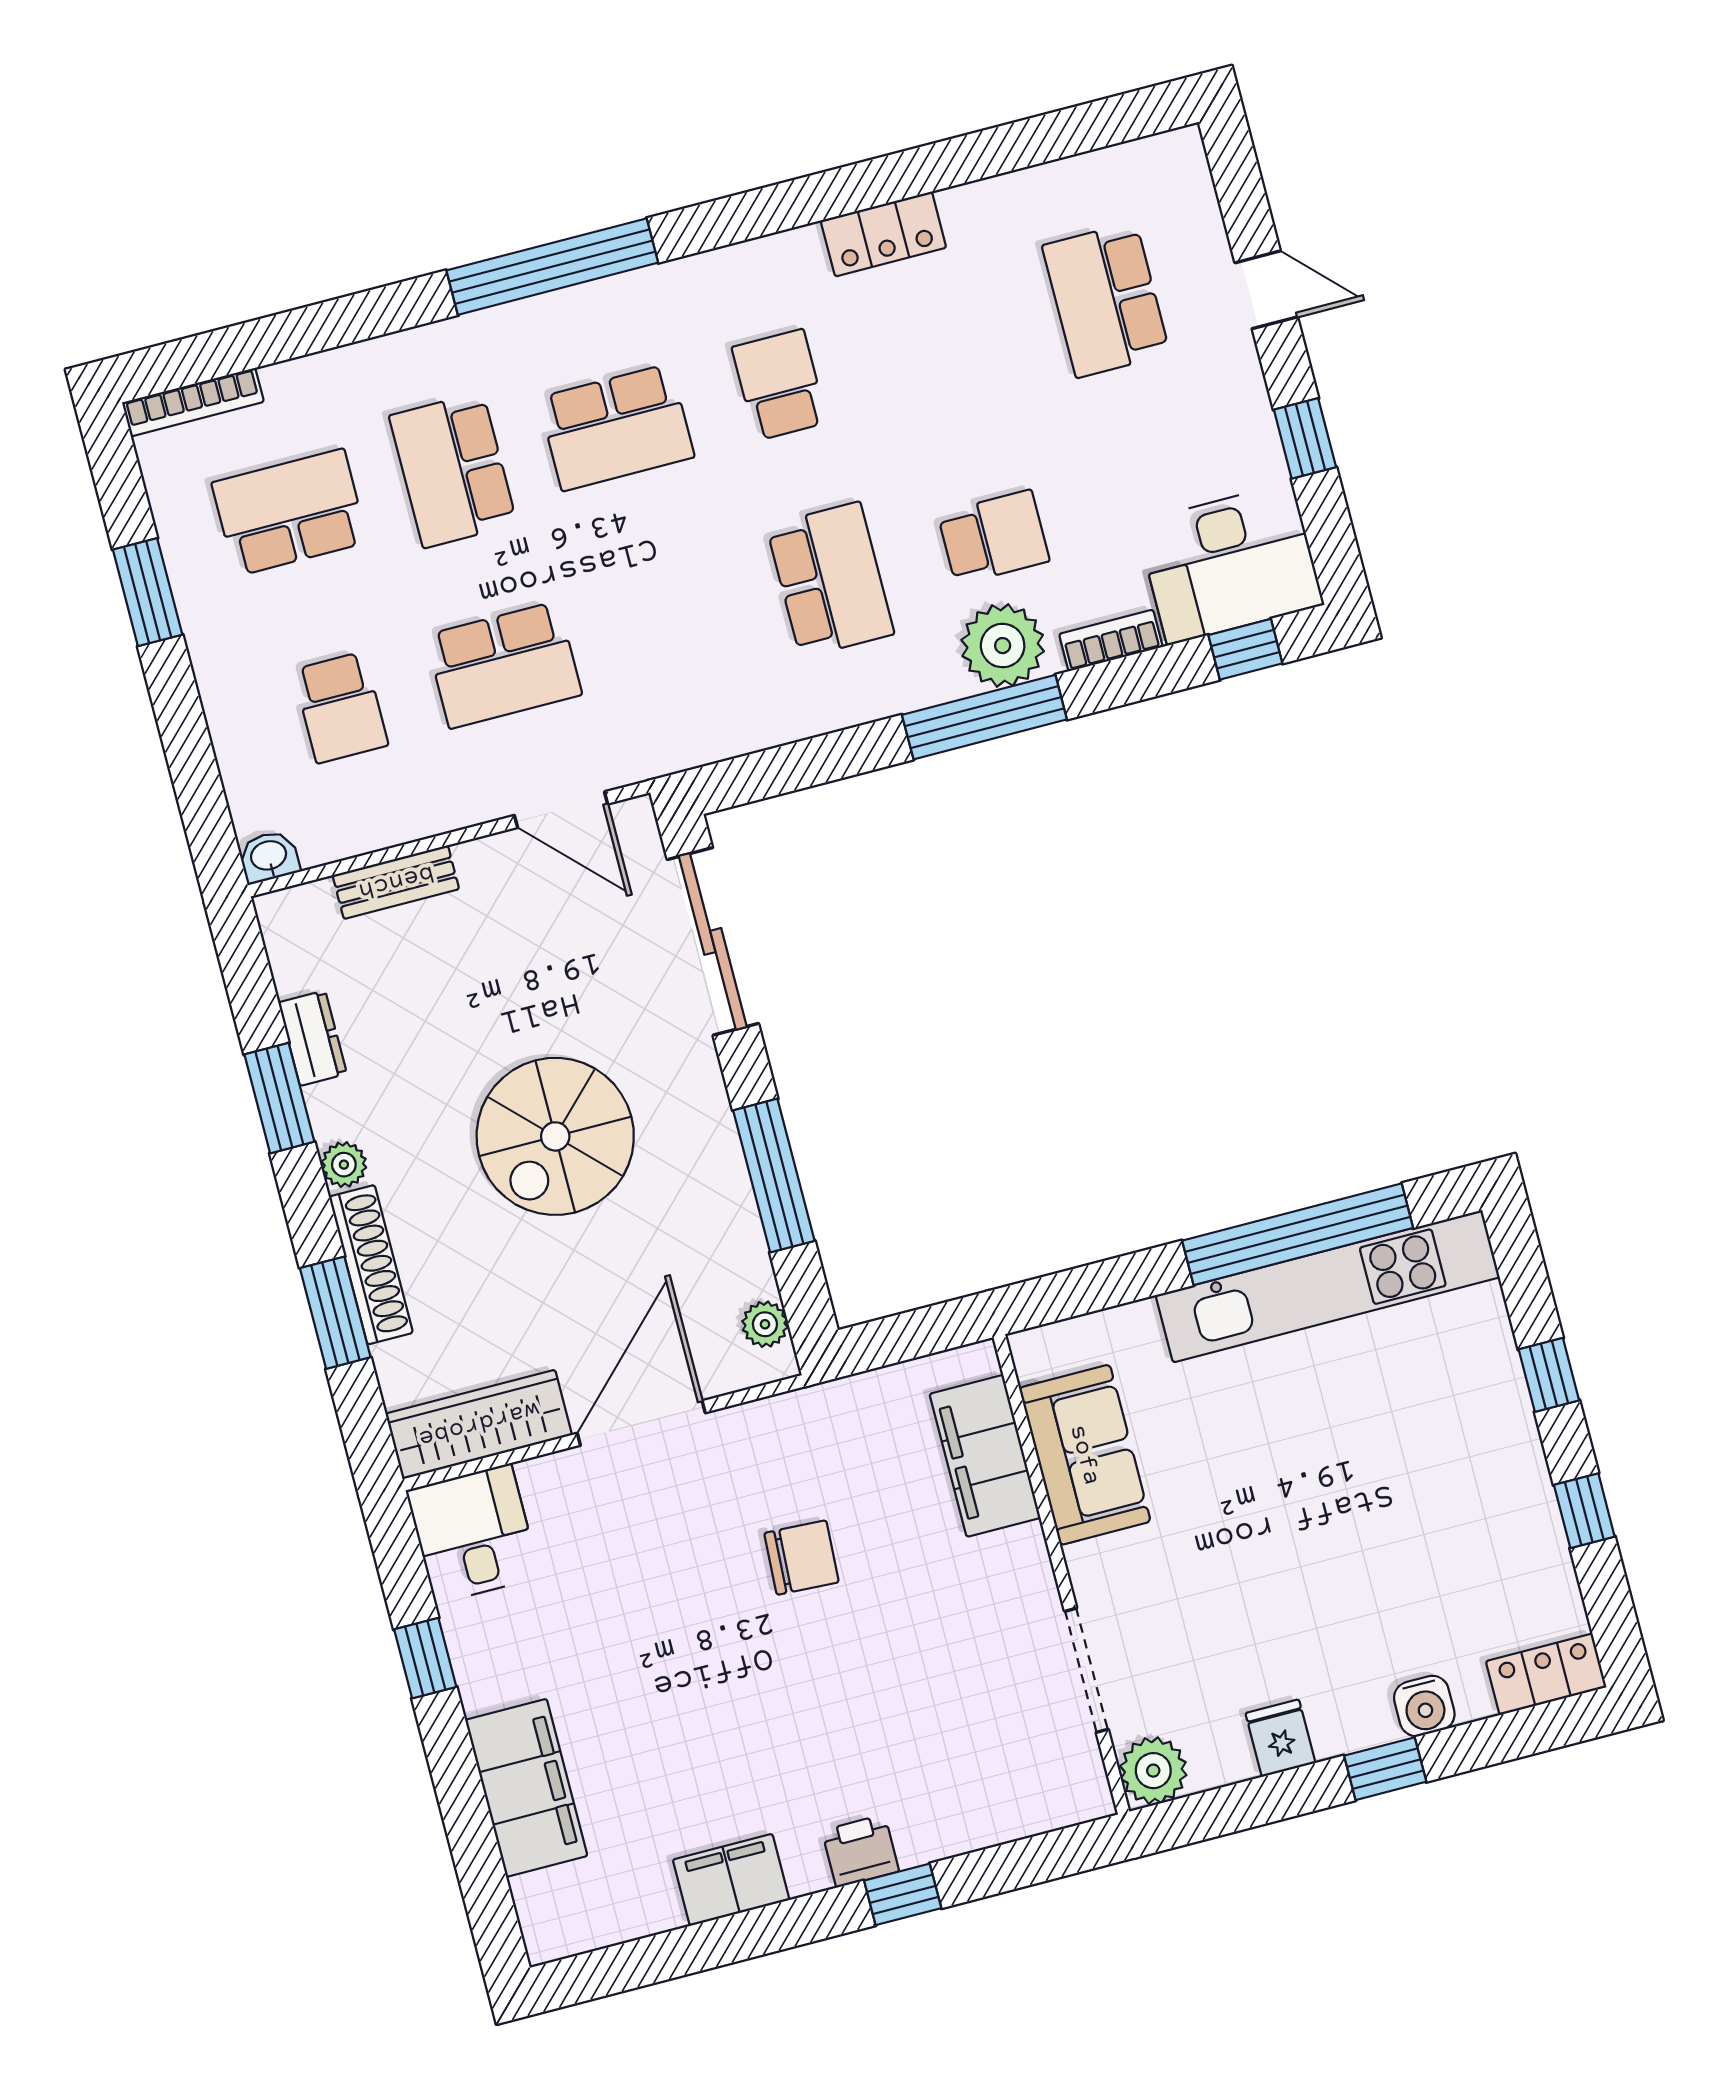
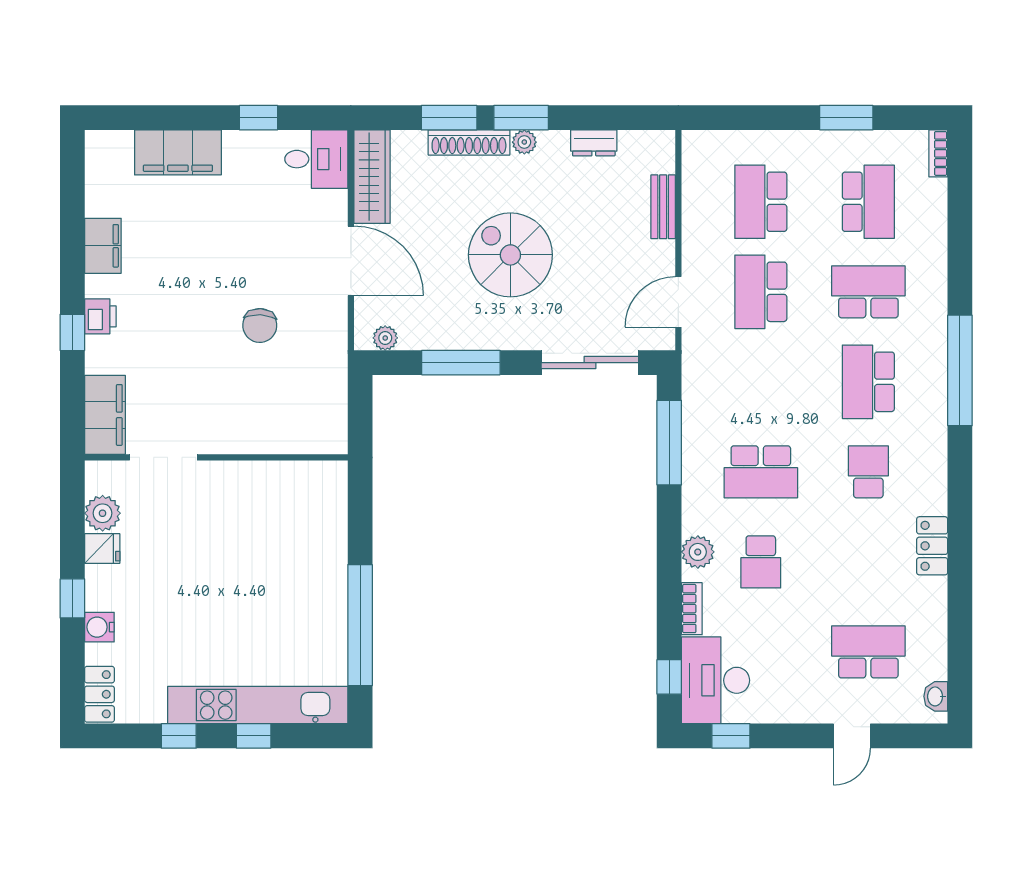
school desk: (779, 385) -> (868, 472), turned -90
bookcase: (193, 402) -> (938, 153), width x0.64
window: (1305, 438) -> (731, 736), moved
plant: (1003, 646) -> (698, 552), width x0.73, depth x0.73
school desk: (340, 707) -> (761, 202), width x1.85
window: (984, 717) -> (669, 443), moved
washbasin: (269, 857) -> (936, 696), moved, turned 180
window: (279, 1098) -> (521, 118), moved
kitchen unit: (1328, 1286) -> (258, 705), moved, turned 90
sofa: (1085, 1455) -> (275, 486), removed
filing cabinet: (985, 1456) -> (105, 415), moved, turned 90
plant: (1153, 1771) -> (103, 513), moved

